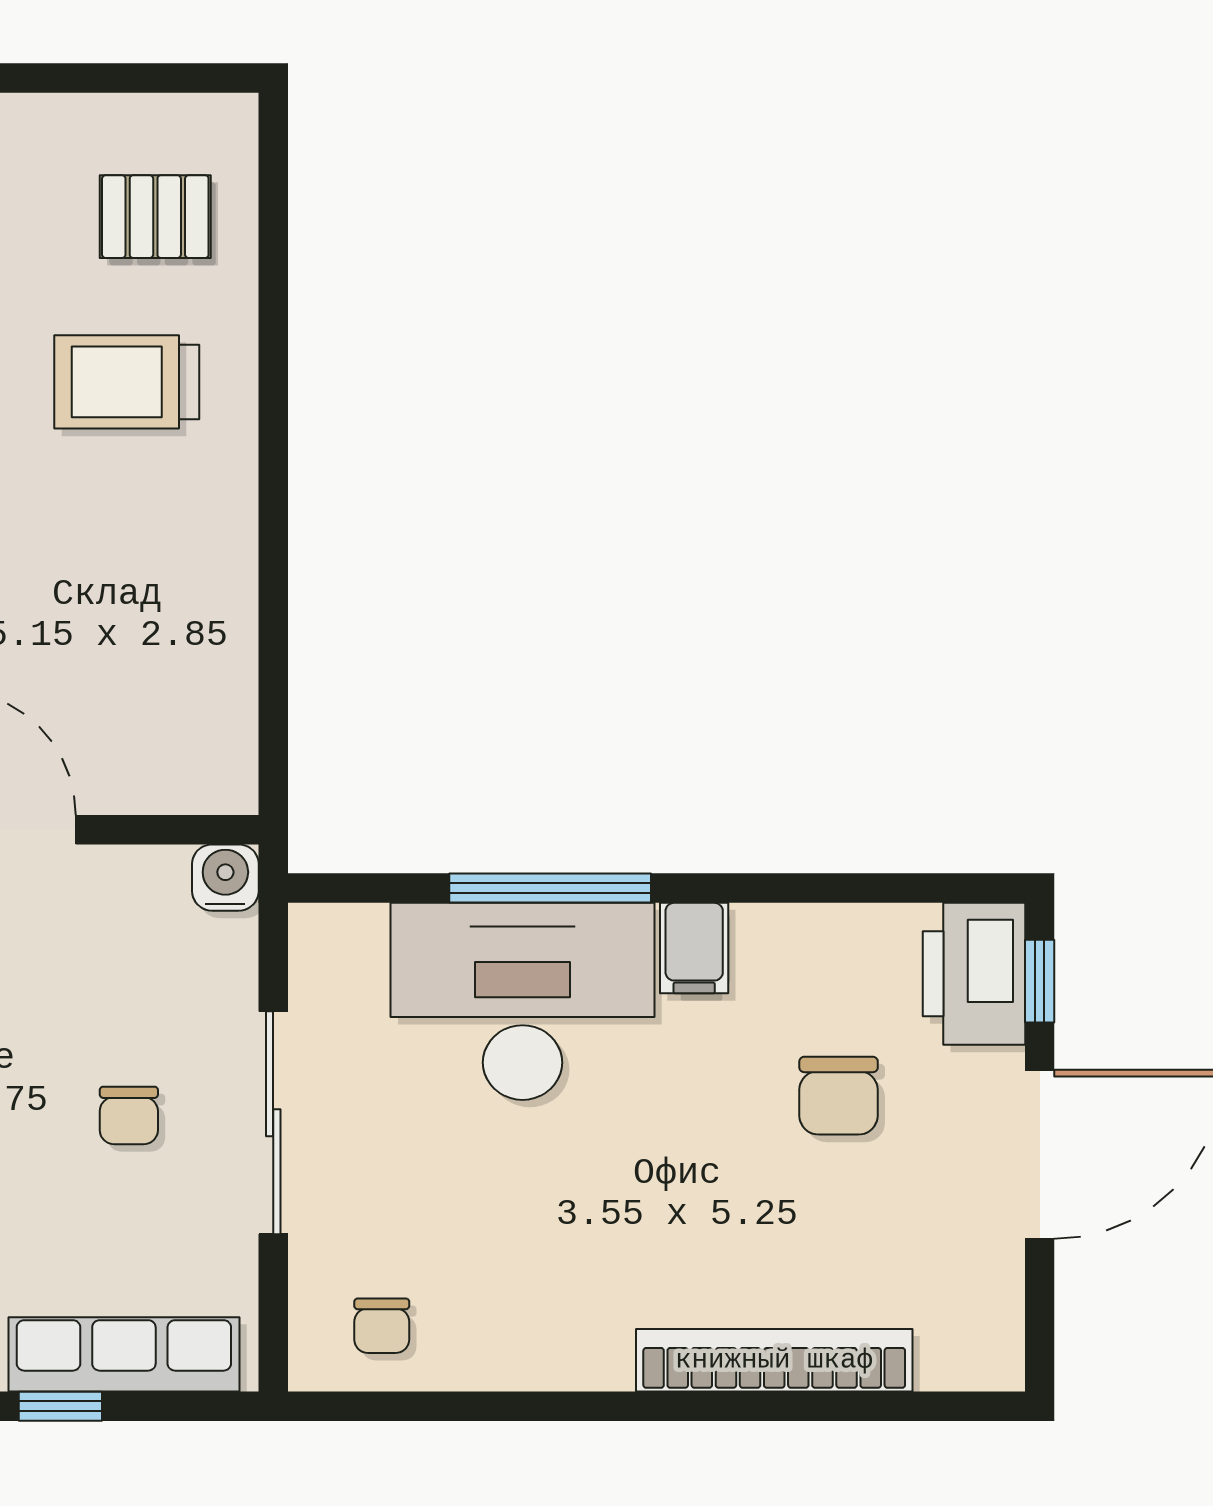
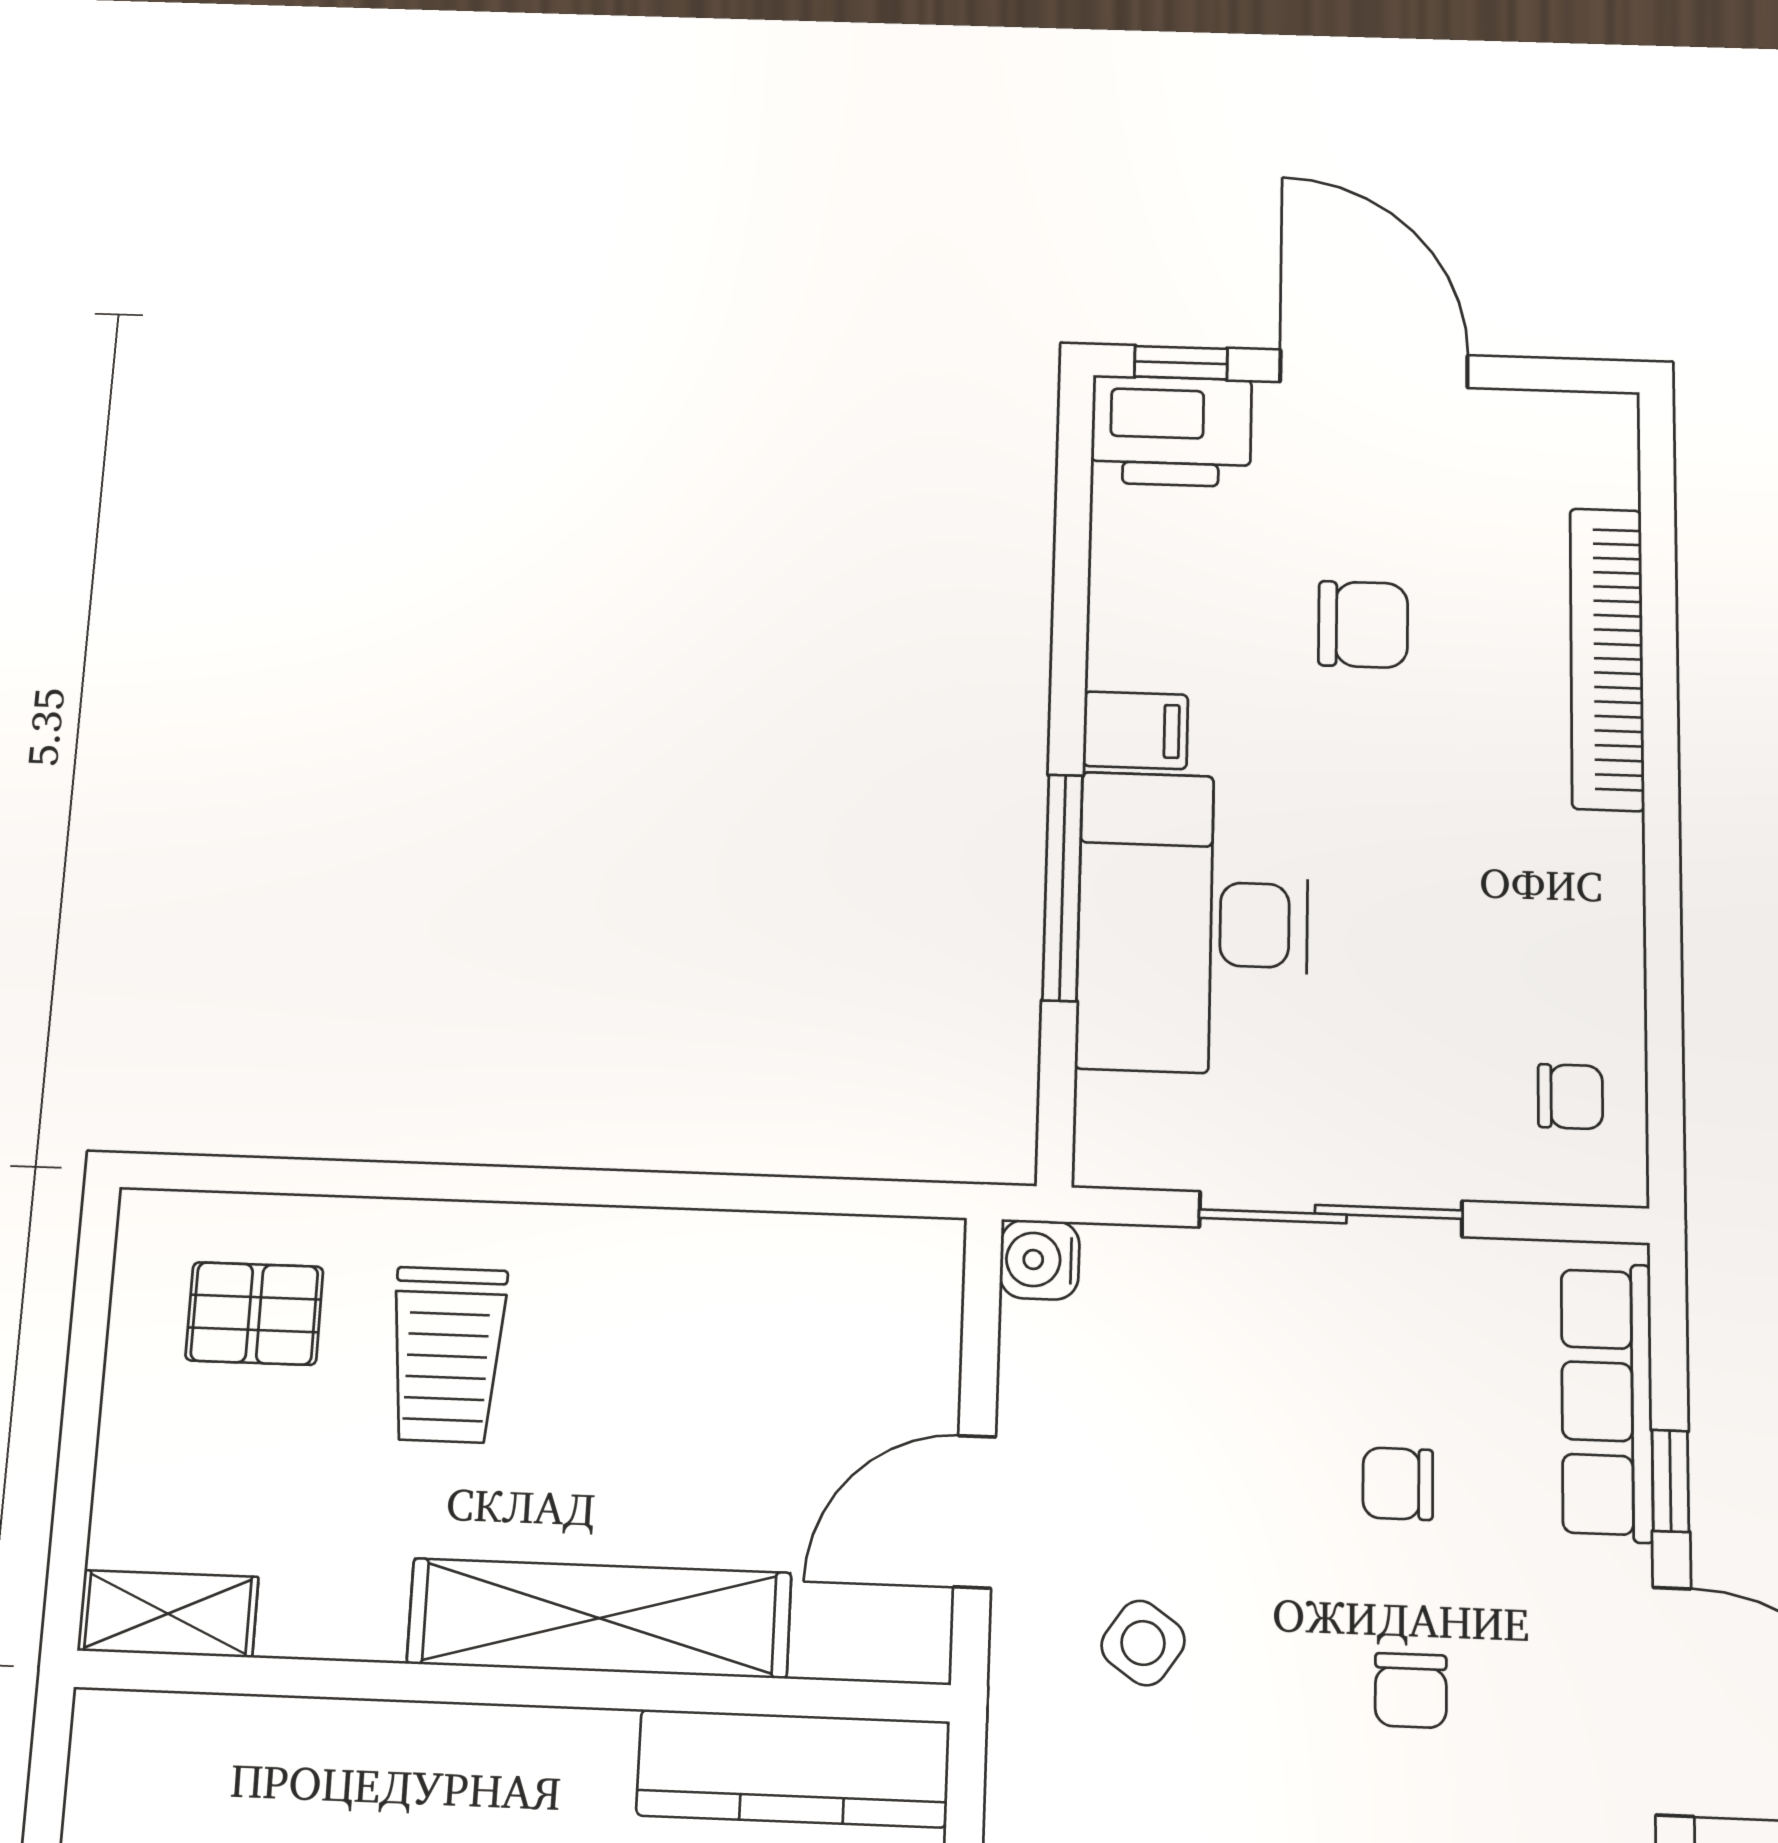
pallet: (155, 217) -> (254, 1314), turned 90
chair: (839, 1096) -> (1363, 625), moved
chair: (129, 1115) -> (1398, 1484), moved, turned 180

